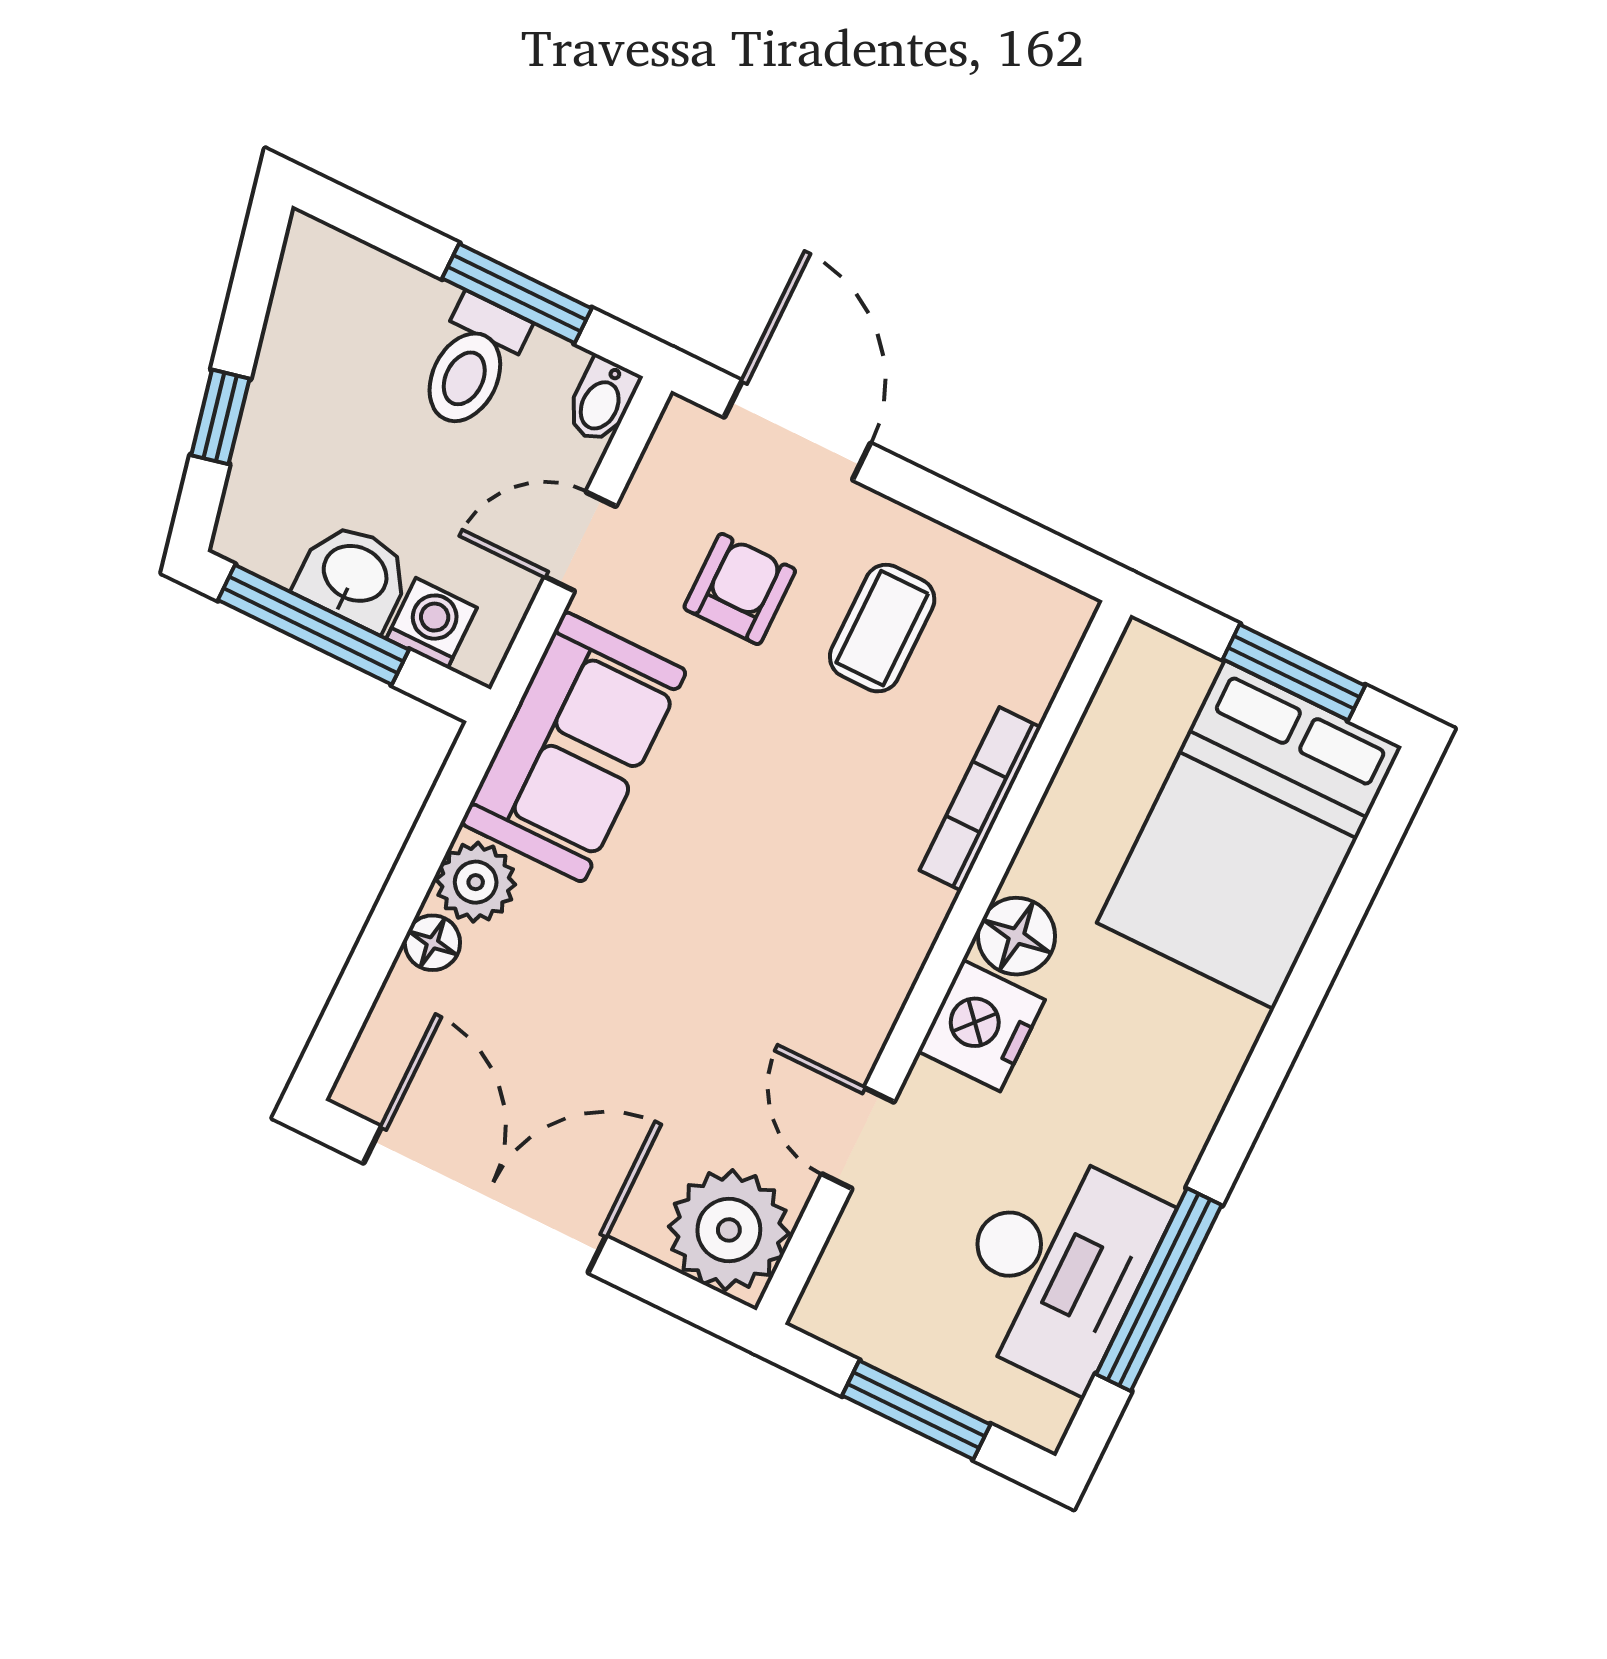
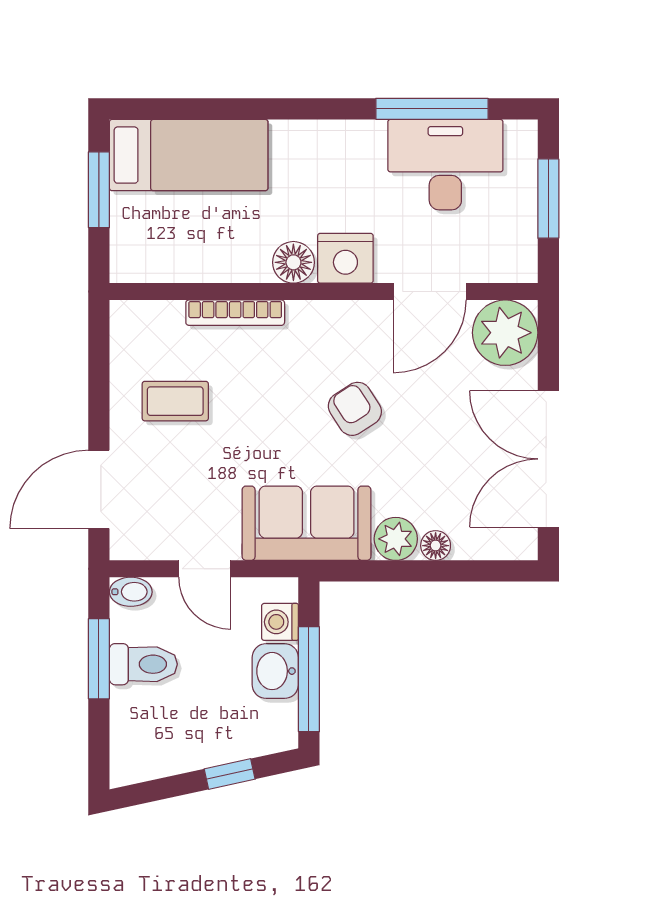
armchair: (740, 589) -> (355, 409), moved, turned 57
bed: (1249, 835) -> (189, 155), width x0.67
door: (858, 1138) -> (430, 292), width x1.38

